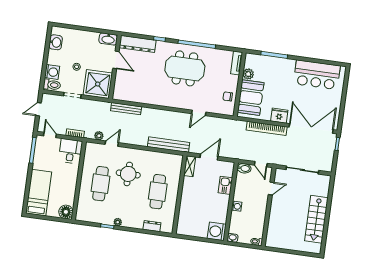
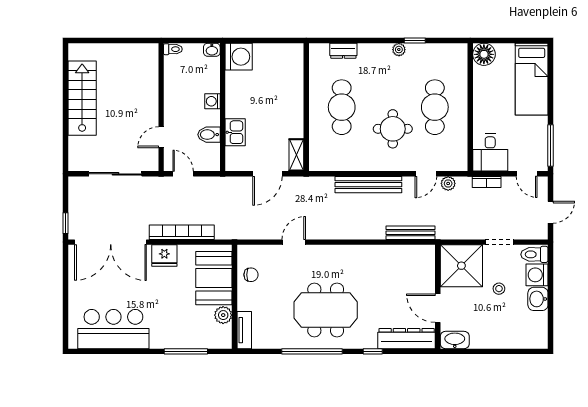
washbasin: (56, 42) -> (538, 299), moved
bench: (169, 145) -> (368, 185), moved
bidet: (244, 168) -> (209, 135), moved

